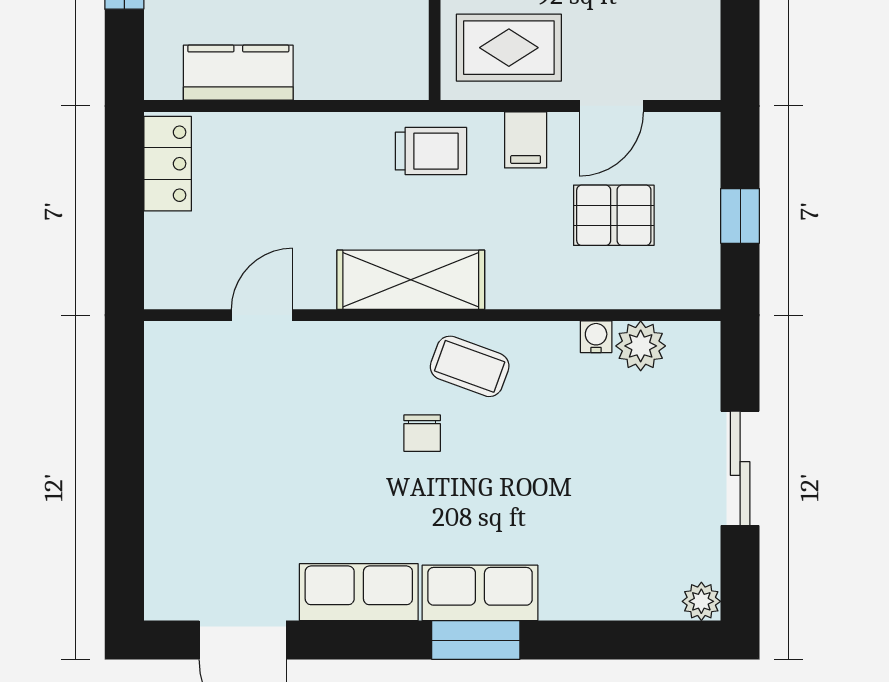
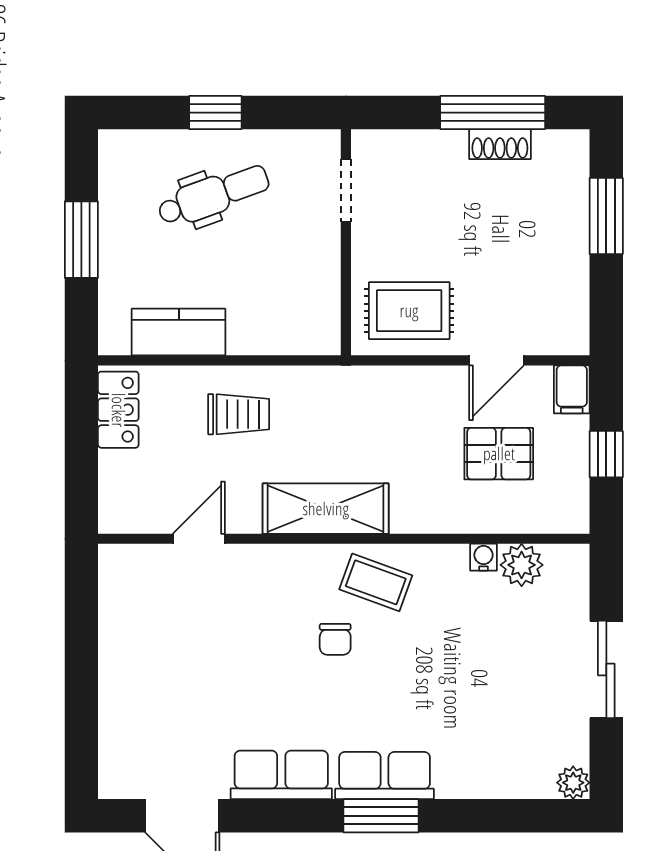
filing cabinet: (526, 140) -> (572, 389), moved
trolley: (431, 151) -> (239, 414), moved

